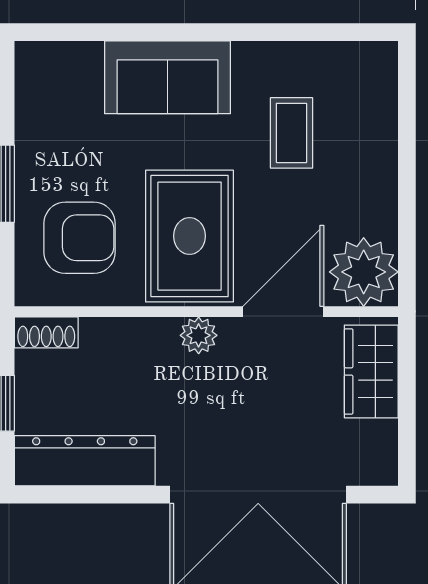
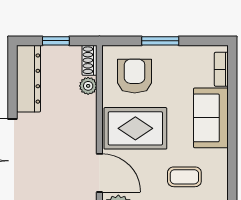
bookcase: (65, 55) -> (221, 69), added
armchair: (80, 238) -> (135, 76), turned 180
plant: (199, 335) -> (88, 86), moved

